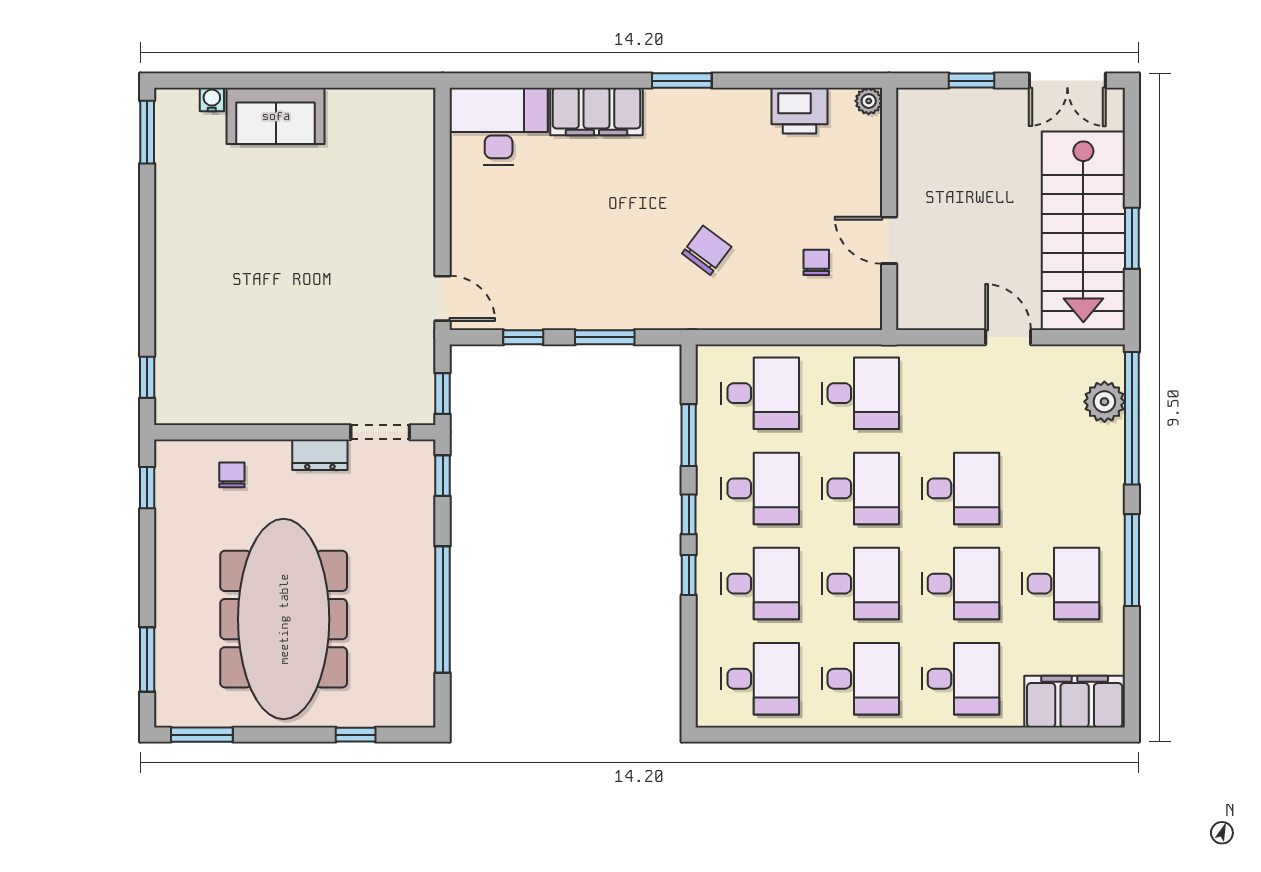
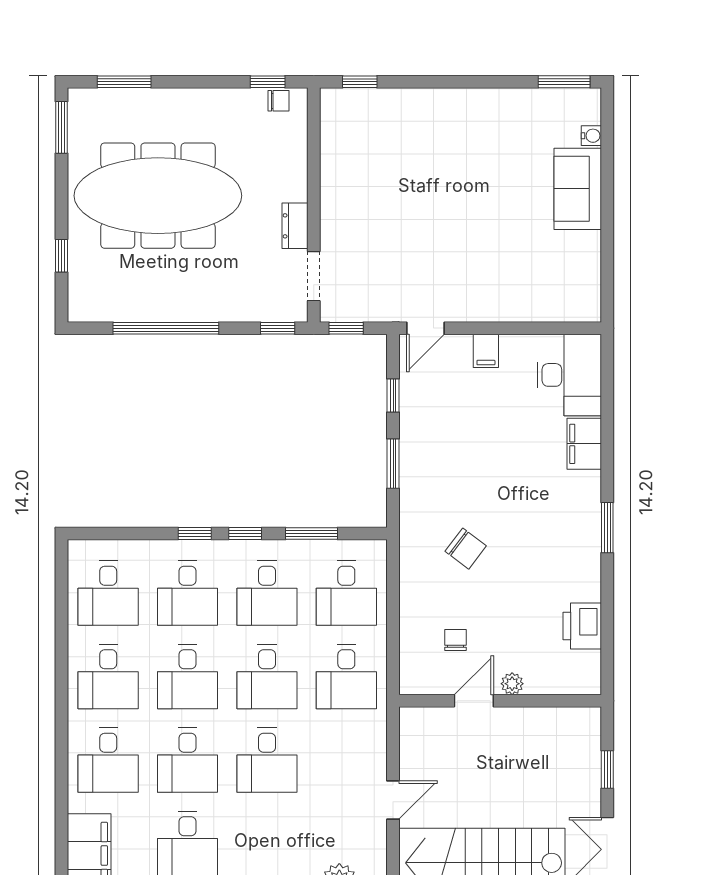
plant: (869, 101) -> (512, 684), moved
filing cabinet: (597, 111) -> (584, 444), width x0.67, depth x0.86
filing cabinet: (470, 226) -> (486, 351), added
chair: (816, 262) -> (456, 640), turned -90
chair: (232, 475) -> (279, 101), moved

